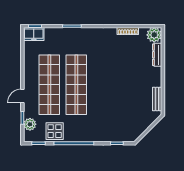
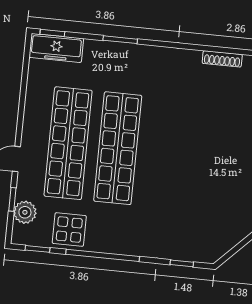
freezer: (34, 34) -> (56, 48), width x1.40

